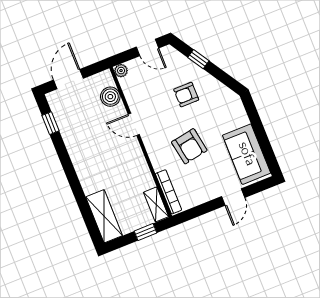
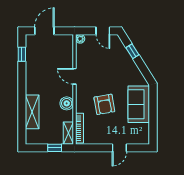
armchair: (186, 95) -> (116, 71), removed
boiler: (110, 97) -> (67, 103), moved
sofa: (247, 154) -> (139, 104), moved
shelving: (104, 216) -> (32, 112), moved

